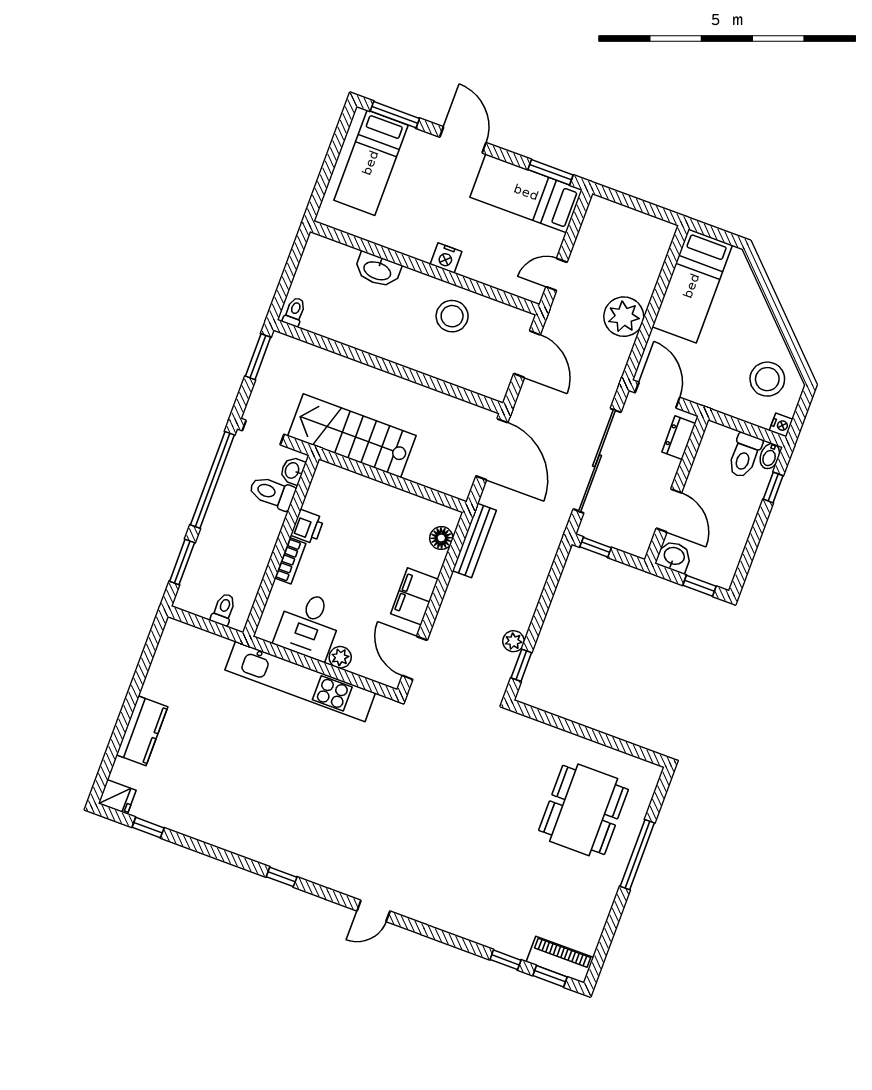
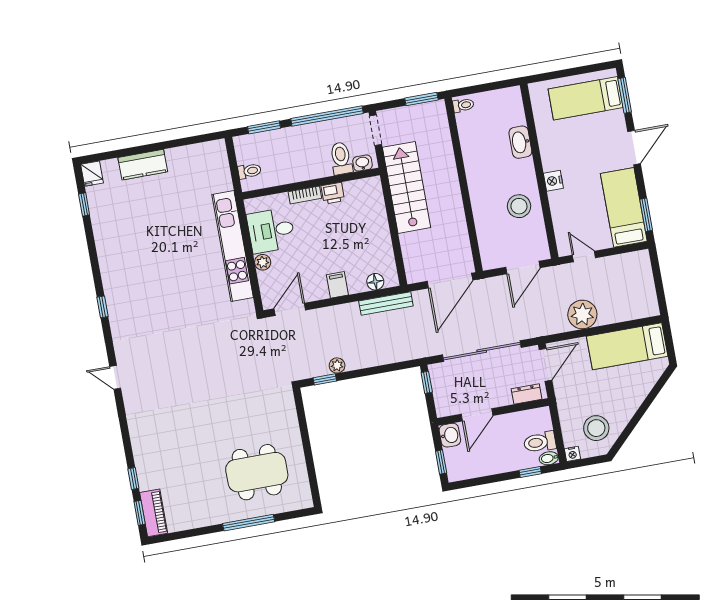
filing cabinet: (414, 596) -> (337, 285), width x0.50

